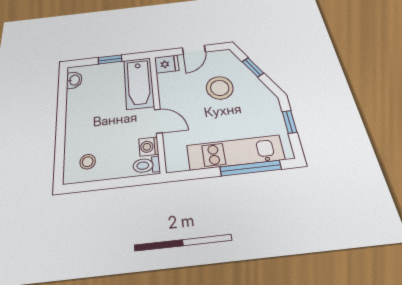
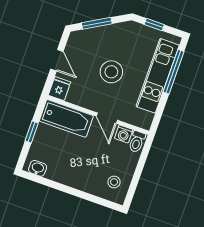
window: (253, 67) -> (97, 23), width x1.50
stool: (220, 88) -> (111, 72), moved
door: (158, 121) -> (107, 118), swing flipped

